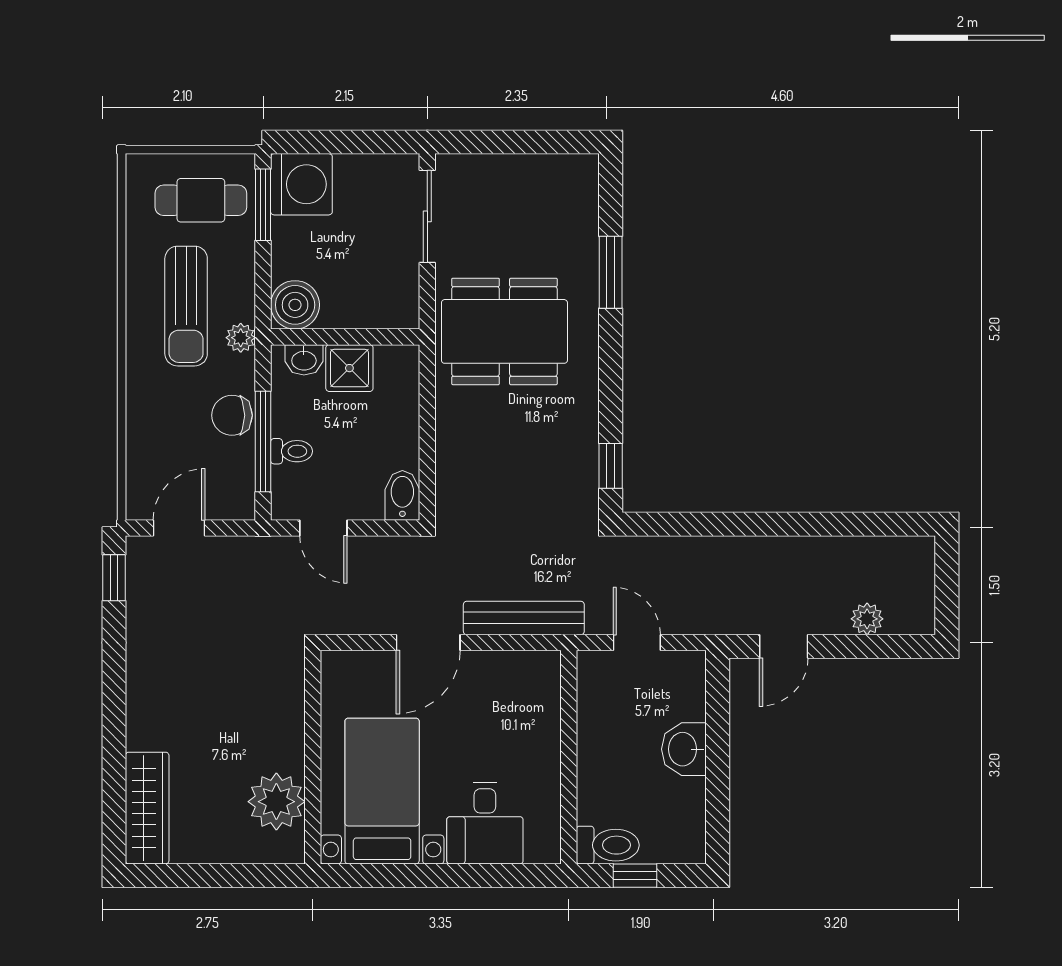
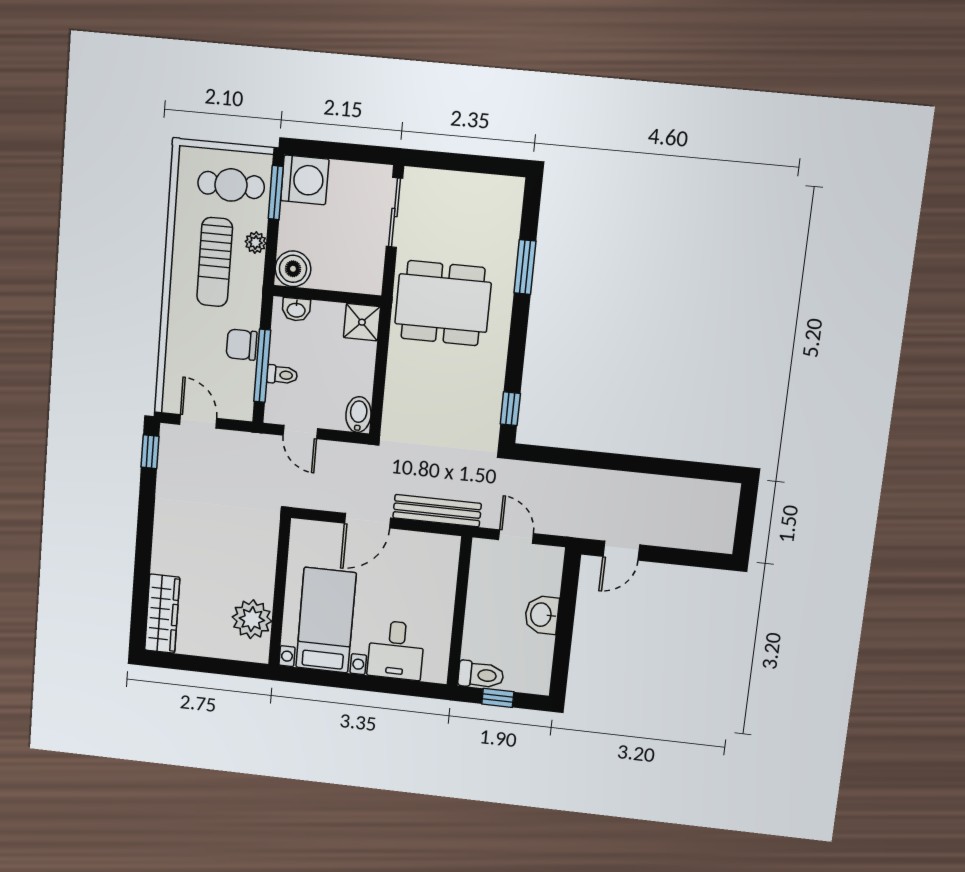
plant: (241, 338) -> (256, 242), moved
shower: (349, 368) -> (362, 322), moved
door: (179, 528) -> (198, 421), hinge flipped
plant: (867, 619) -> (684, 538), removed

